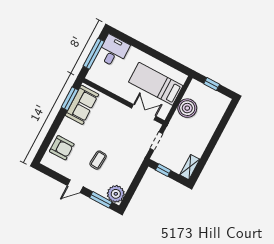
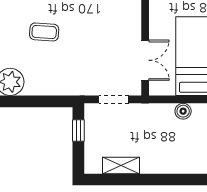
boiler: (187, 108) -> (183, 111), width x0.54, depth x0.54
shelving: (190, 167) -> (121, 165), moved

